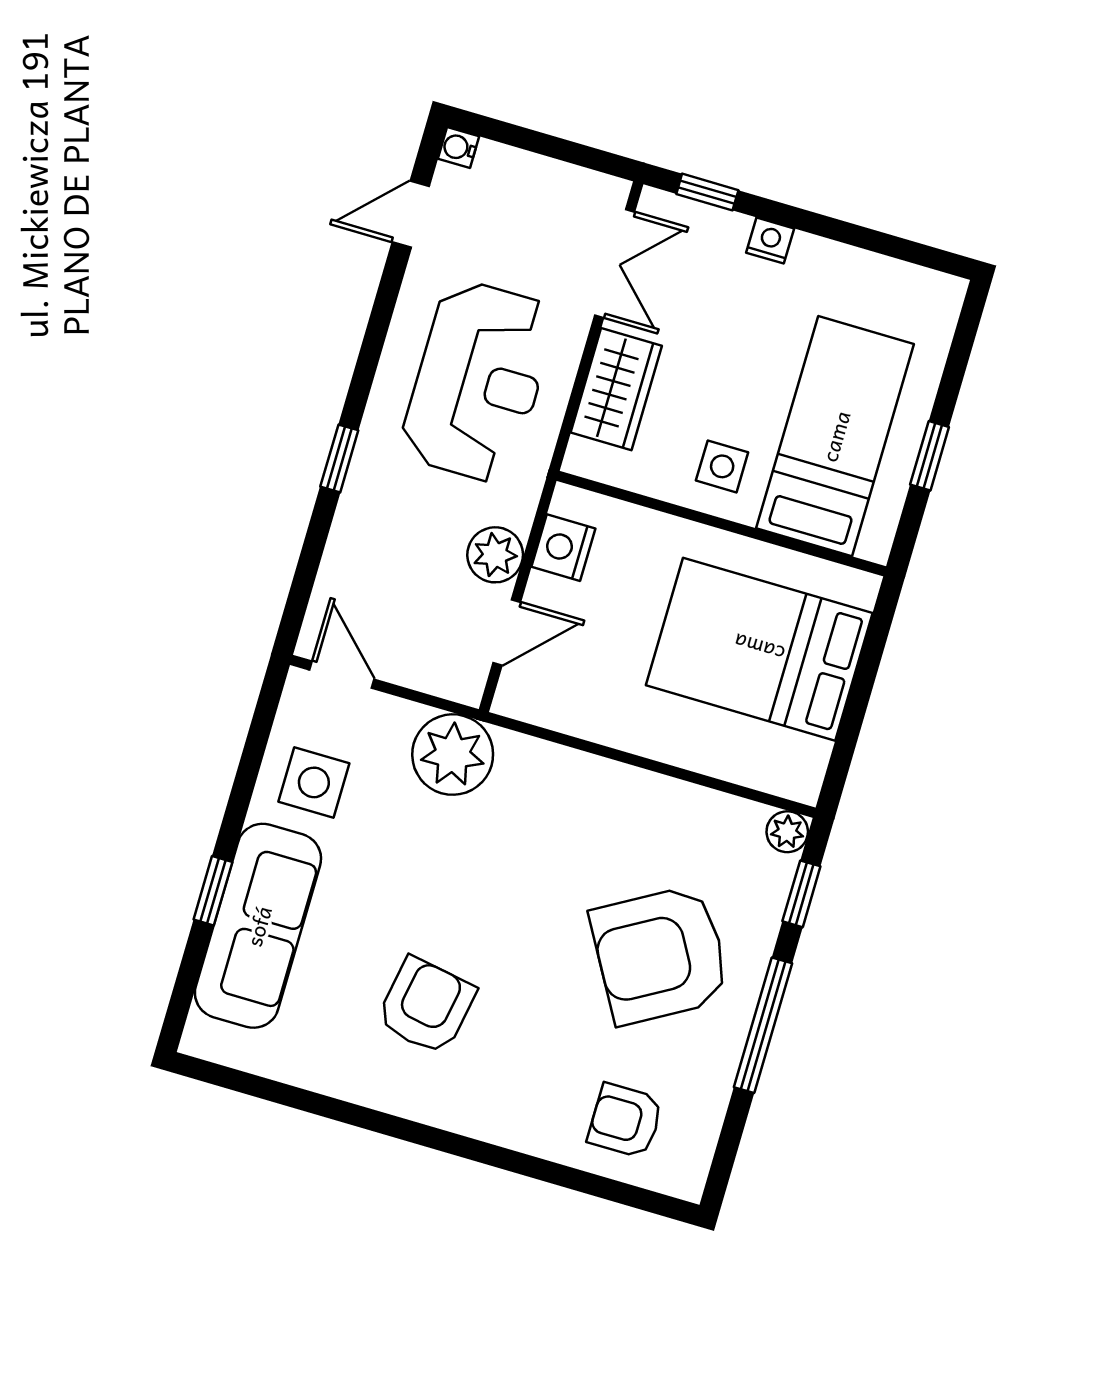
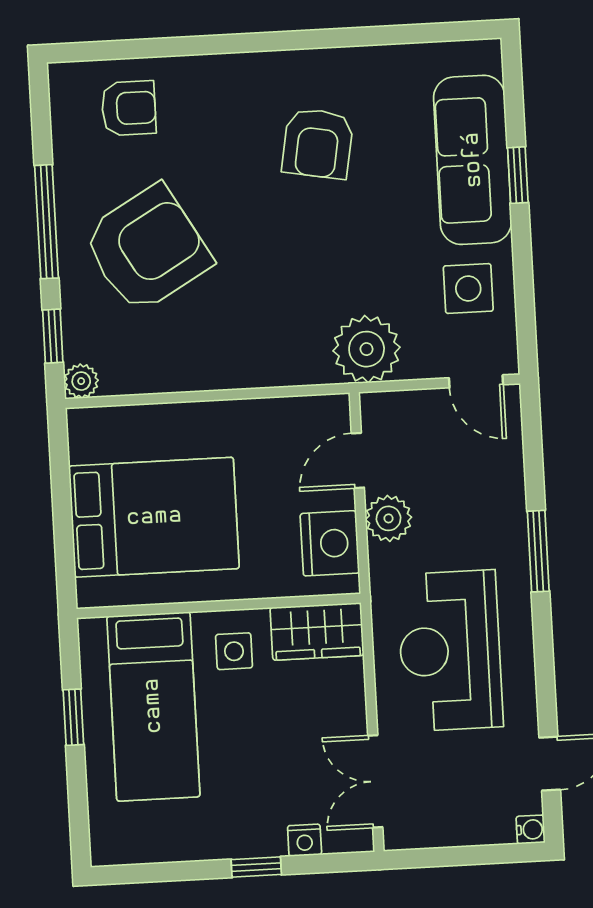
window: (707, 192) -> (256, 867), moved
nightstand: (770, 241) -> (305, 840), moved
wardrobe: (616, 389) -> (317, 631), moved, turned -90
window: (339, 458) -> (538, 551), width x1.50
nightstand: (563, 548) -> (330, 543), width x1.36, depth x1.33

